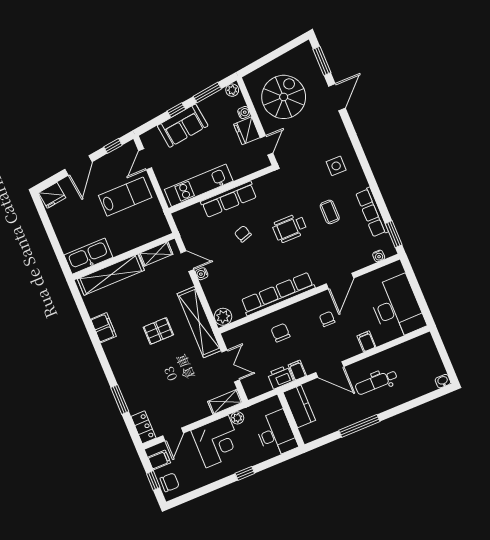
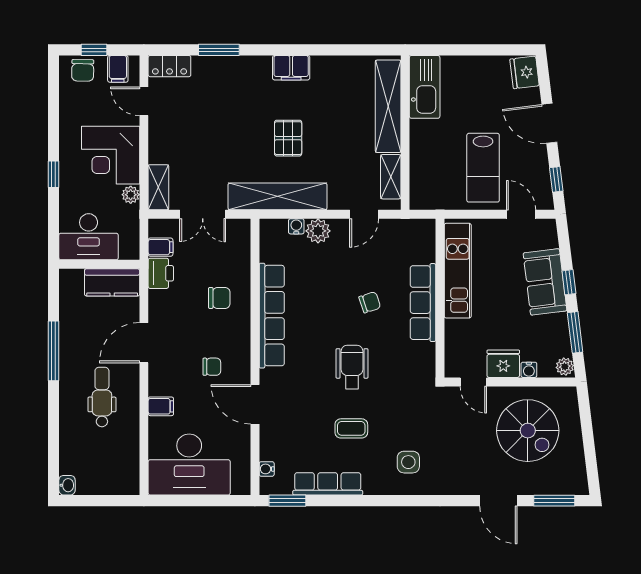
water cooler: (202, 274) -> (296, 226), moved
plant: (223, 317) -> (318, 231), moved
filing cabinet: (103, 328) -> (291, 68), moved
filing cabinet: (297, 370) -> (161, 247), moved

